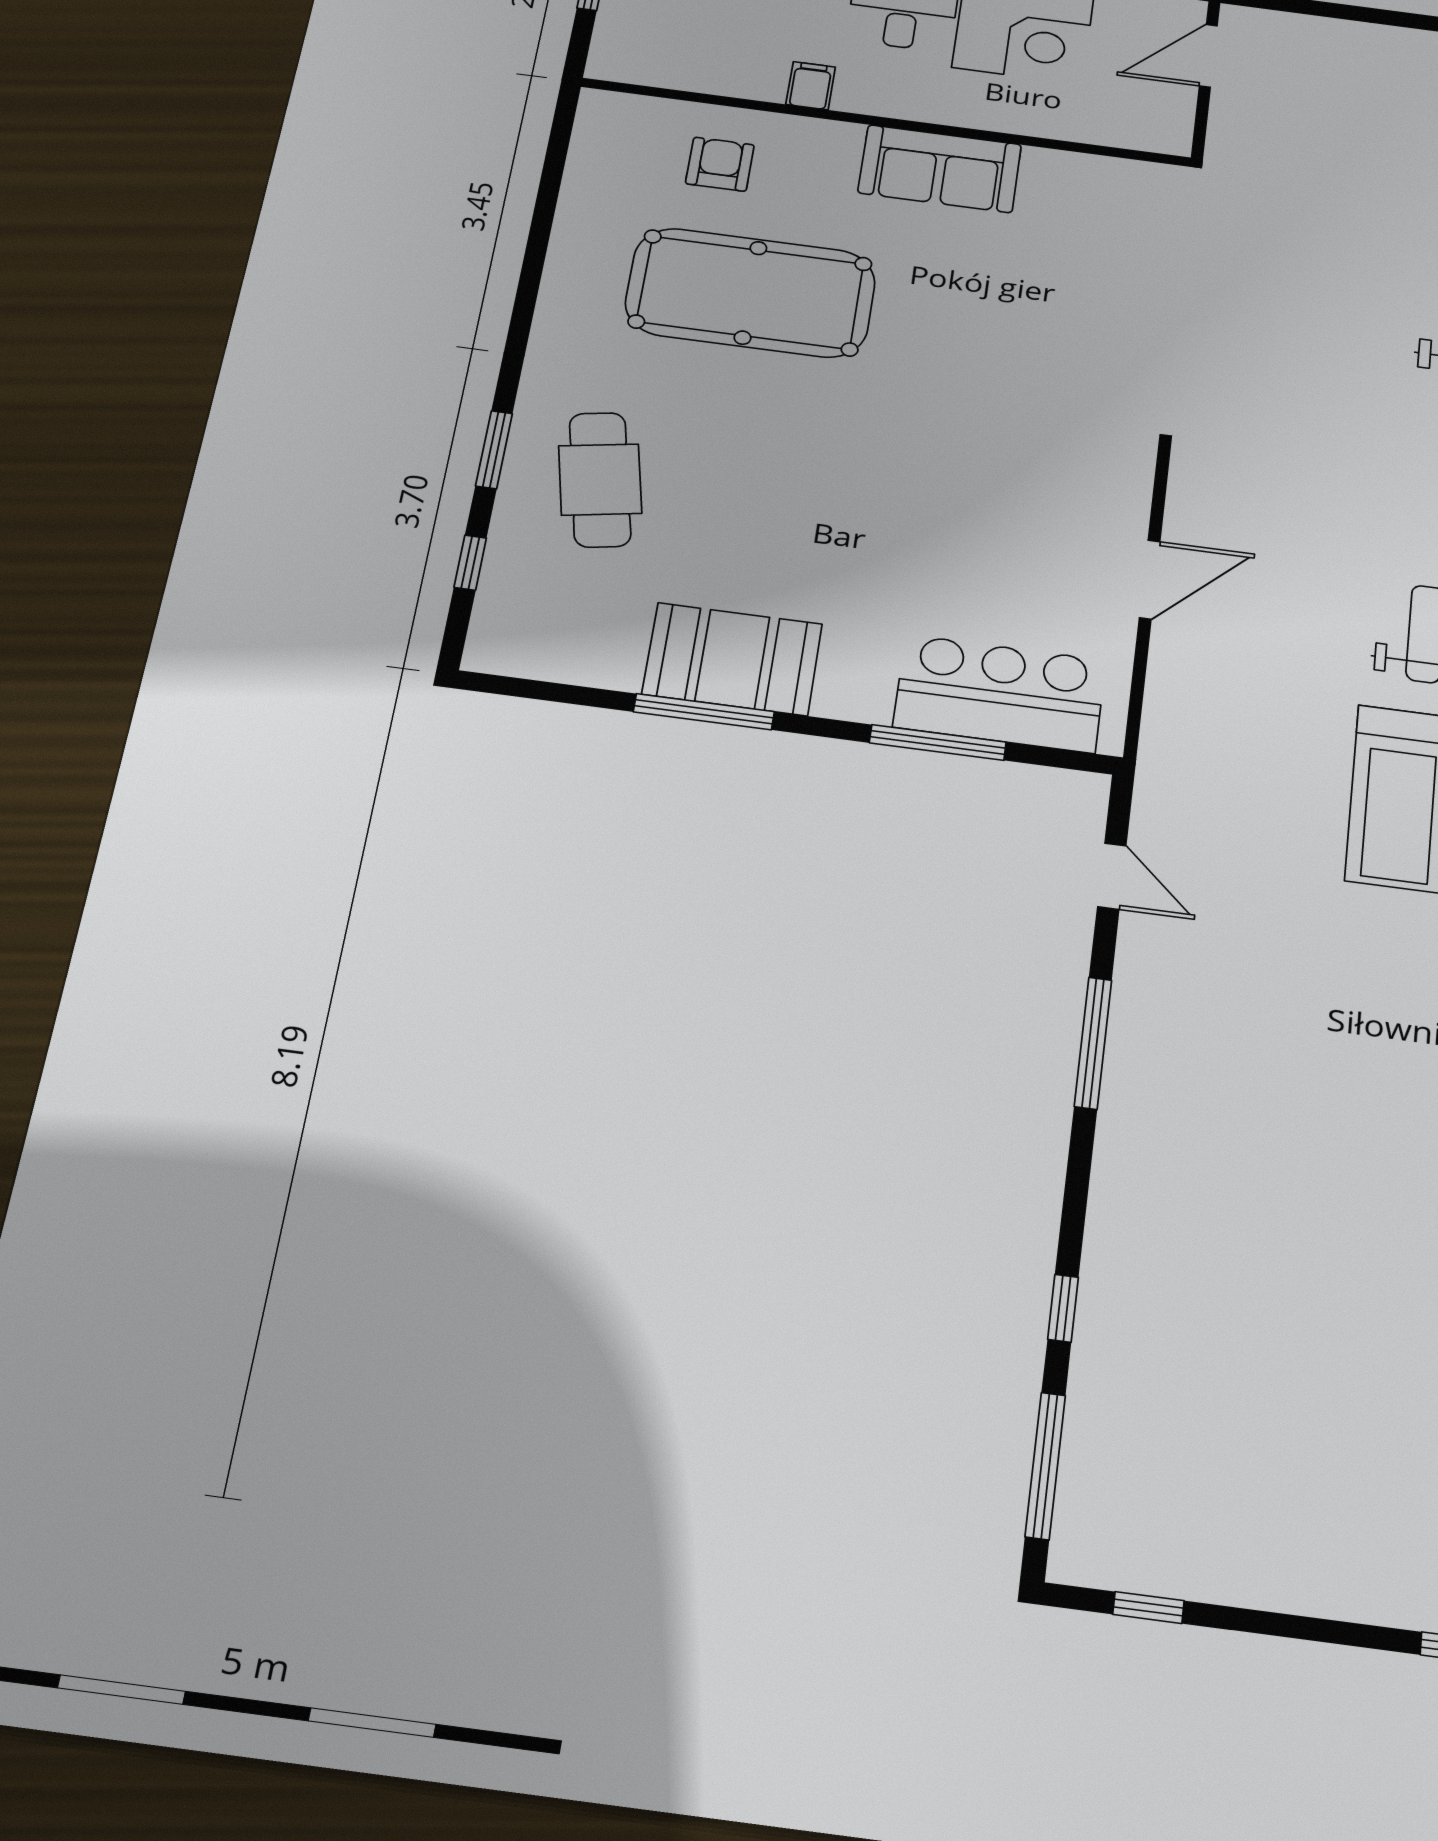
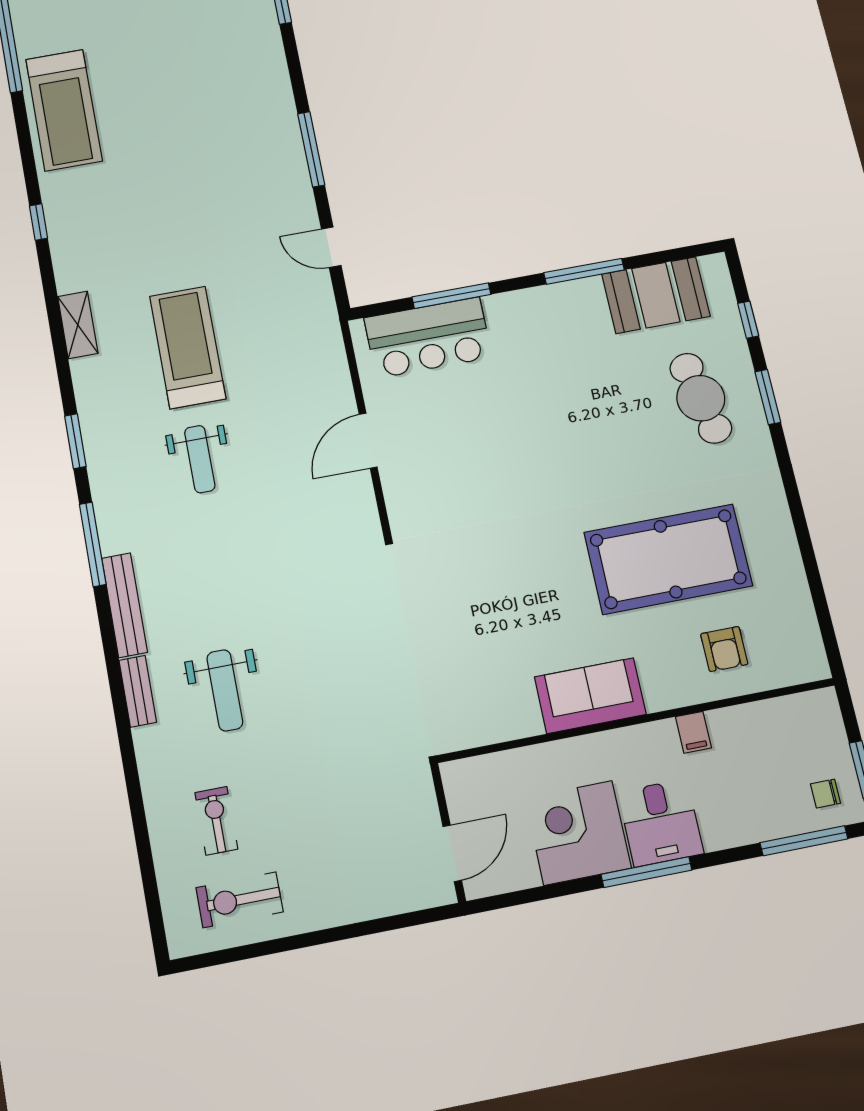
booth: (732, 659) -> (656, 295), moved

